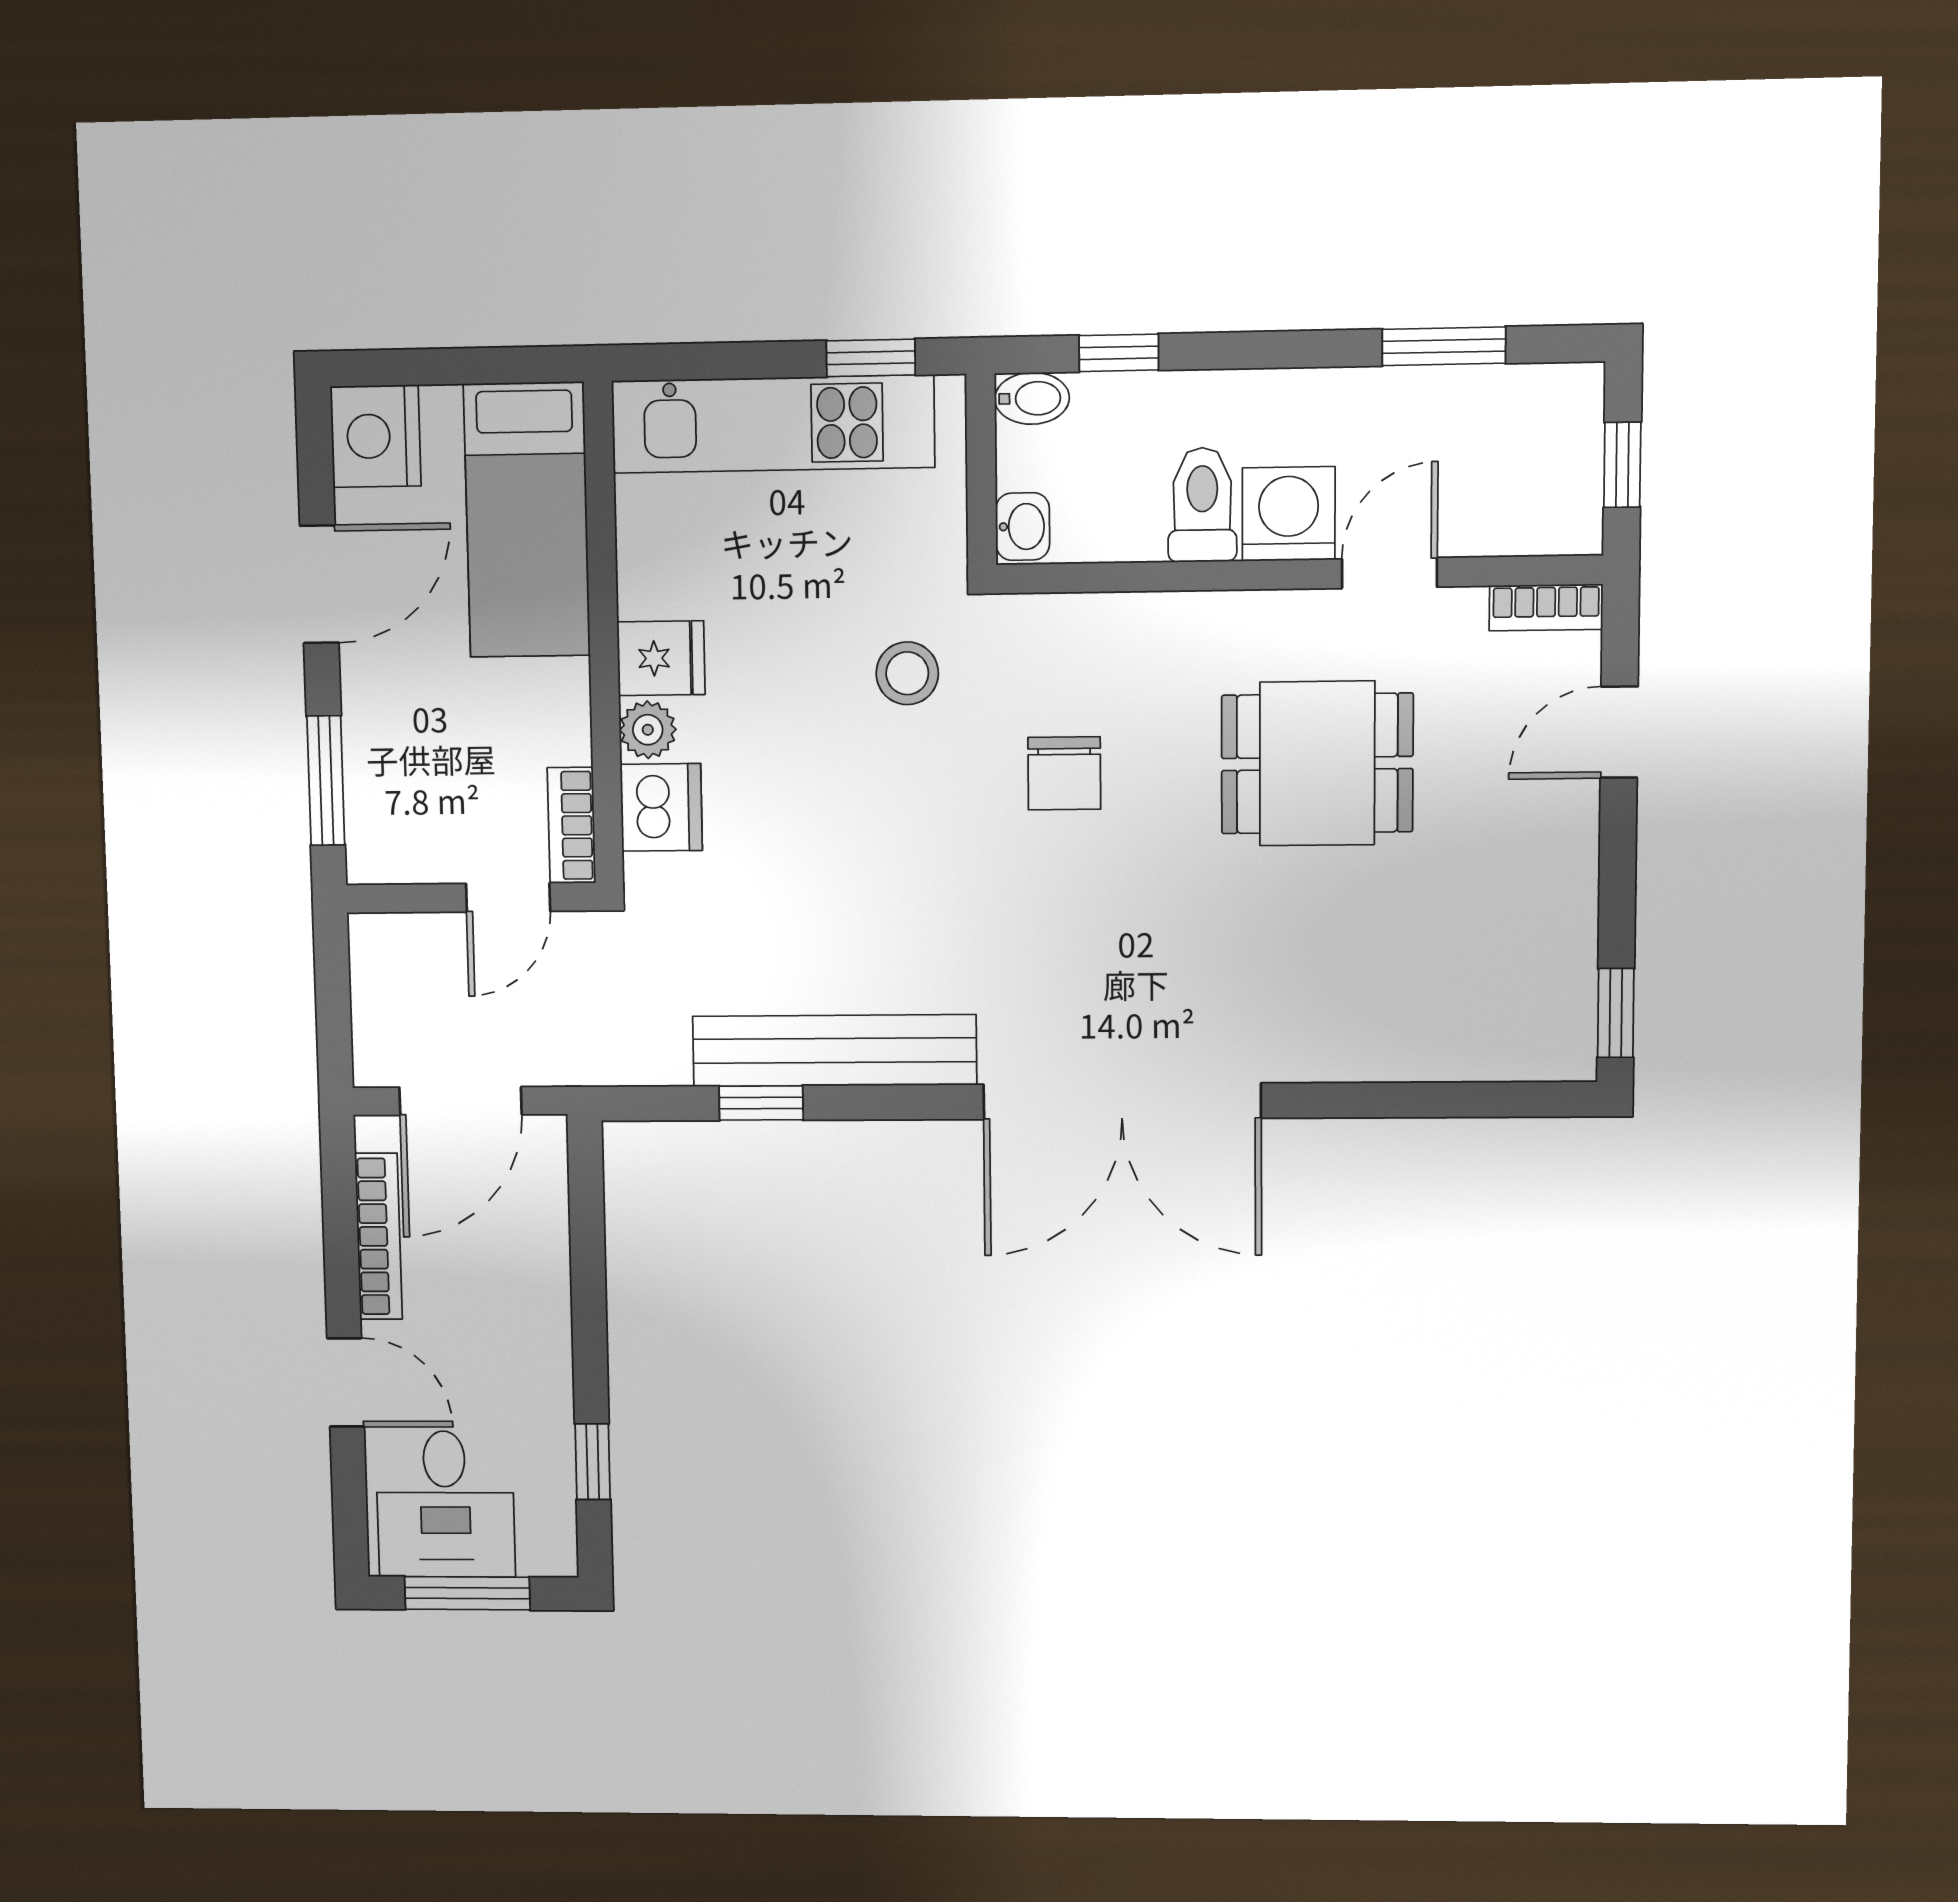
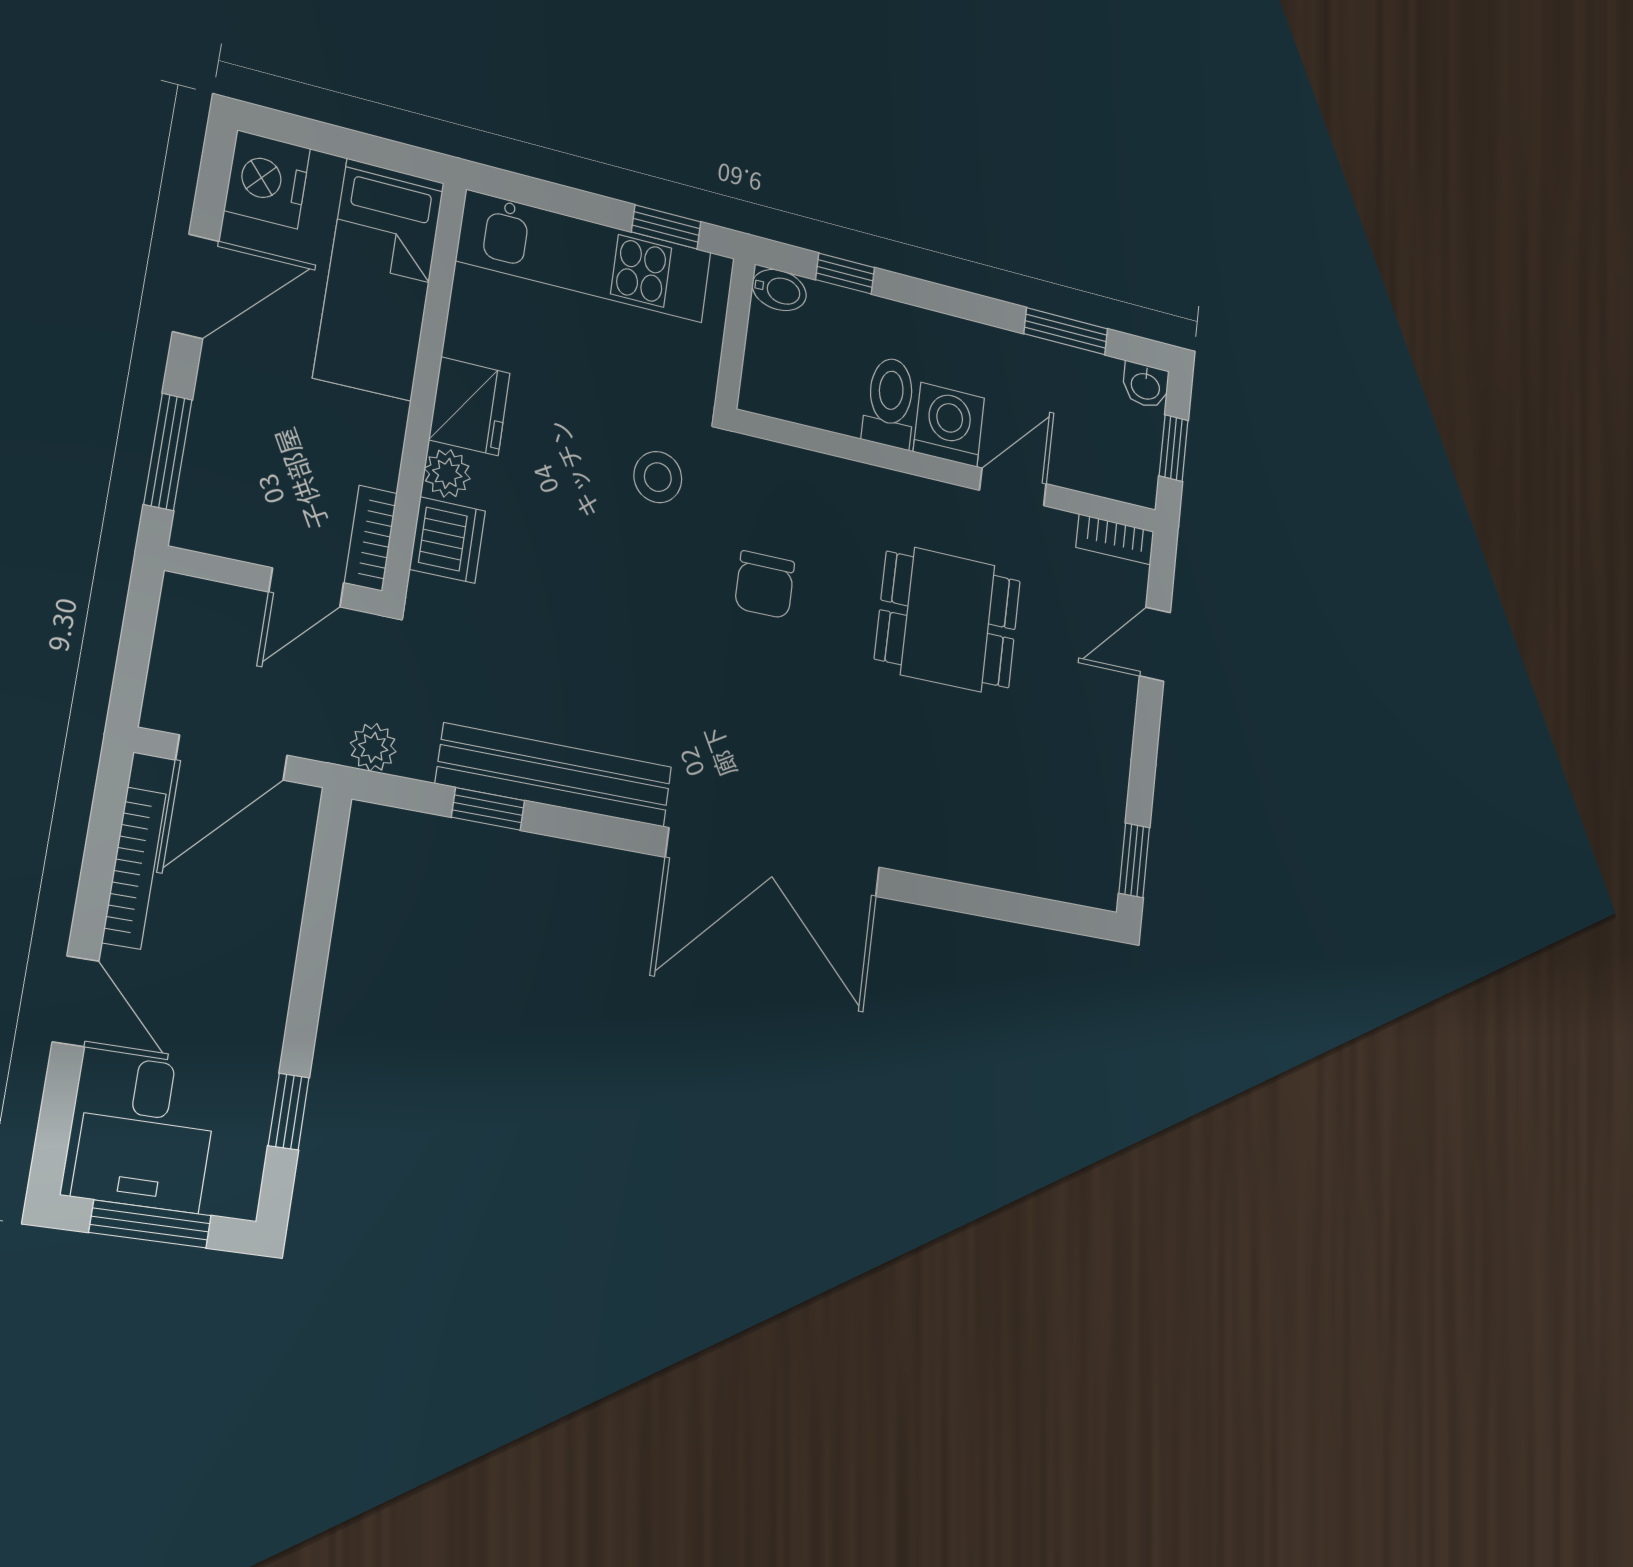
washbasin: (1023, 527) -> (1145, 385), moved, turned 90
fridge: (661, 658) -> (469, 406), width x1.38
plant: (616, 1060) -> (373, 747), added

